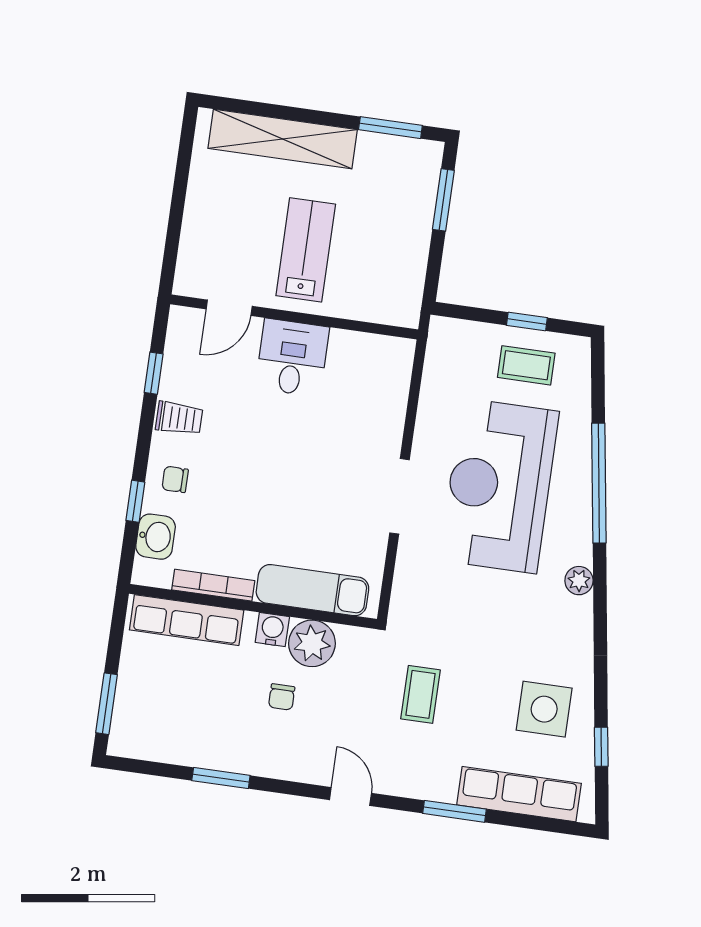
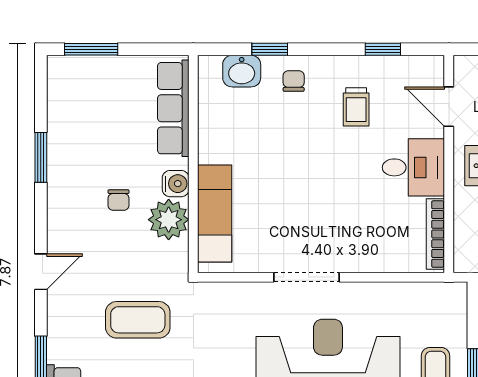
trolley: (179, 418) -> (356, 107), moved
bookcase: (213, 585) -> (435, 234), moved, turned 180
coffee table: (420, 694) -> (138, 320), width x1.36, depth x1.30
chair: (282, 697) -> (119, 200), turned -90

